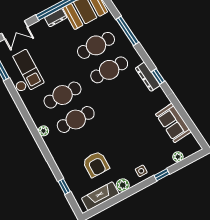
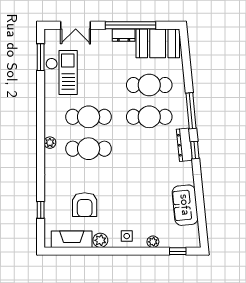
window: (127, 31) -> (191, 111), moved
plant: (178, 157) -> (153, 242), moved
window: (162, 175) -> (178, 251), moved

